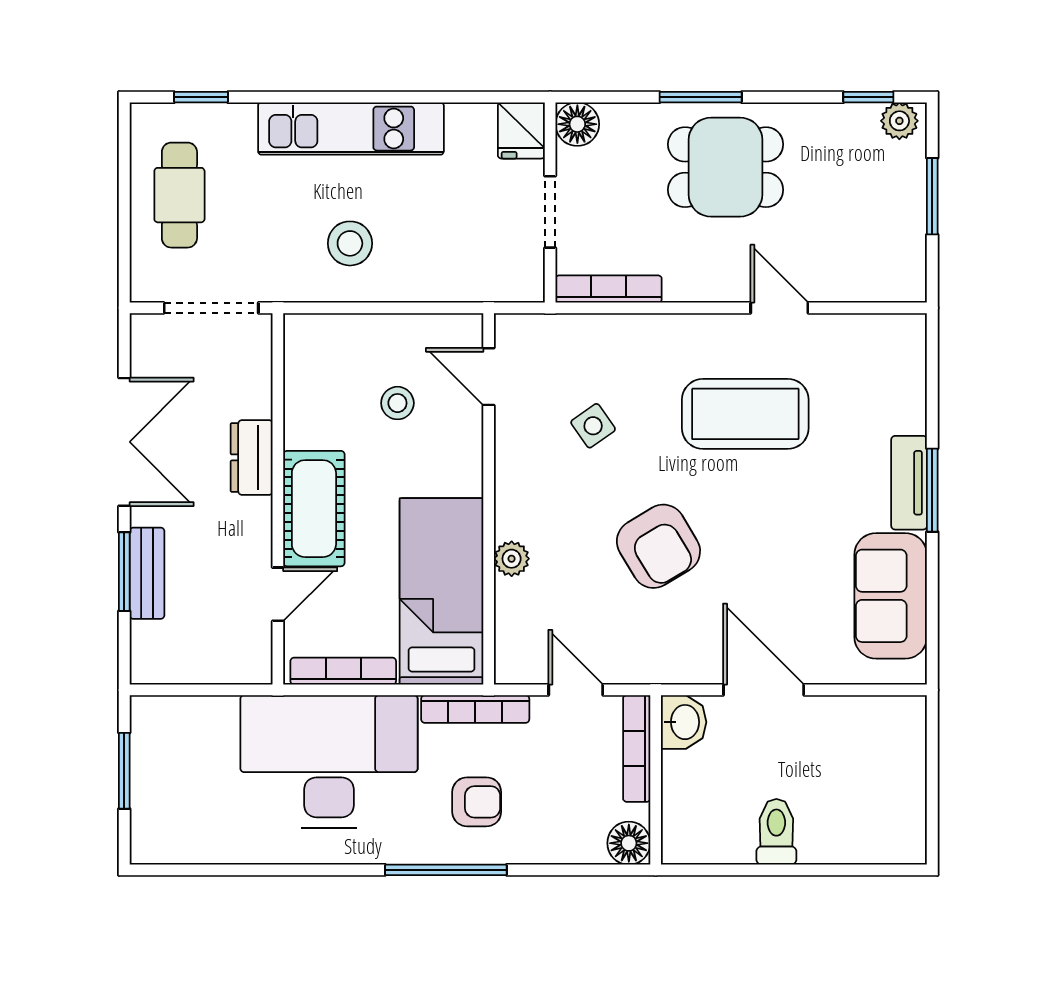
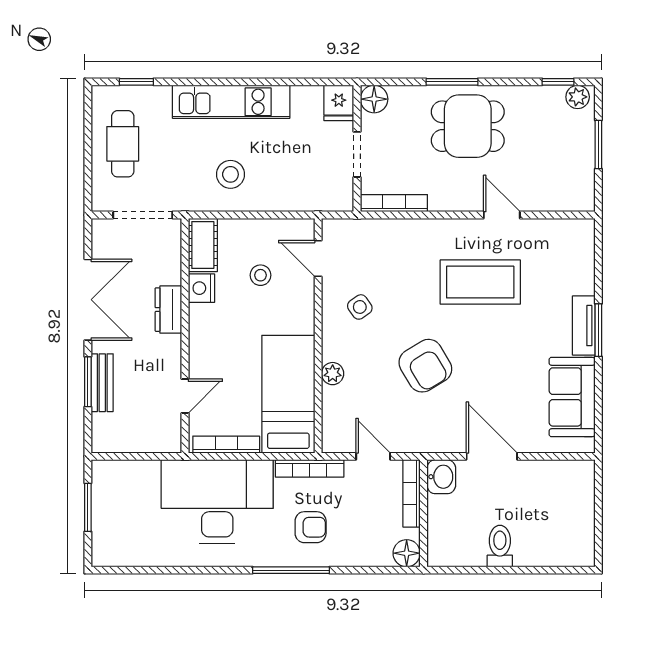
nightstand: (304, 424) -> (201, 288), added
side table: (593, 426) -> (360, 307), moved
cot: (314, 509) -> (203, 245), moved, width x0.73, depth x0.75

